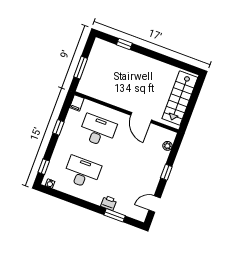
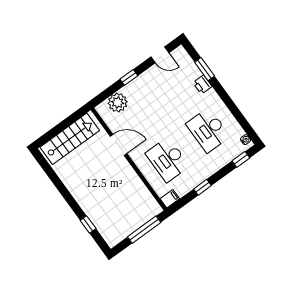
window: (81, 68) -> (144, 230), width x1.44
door: (141, 118) -> (118, 145), hinge flipped
plant: (167, 146) -> (118, 103), width x1.87, depth x1.87

